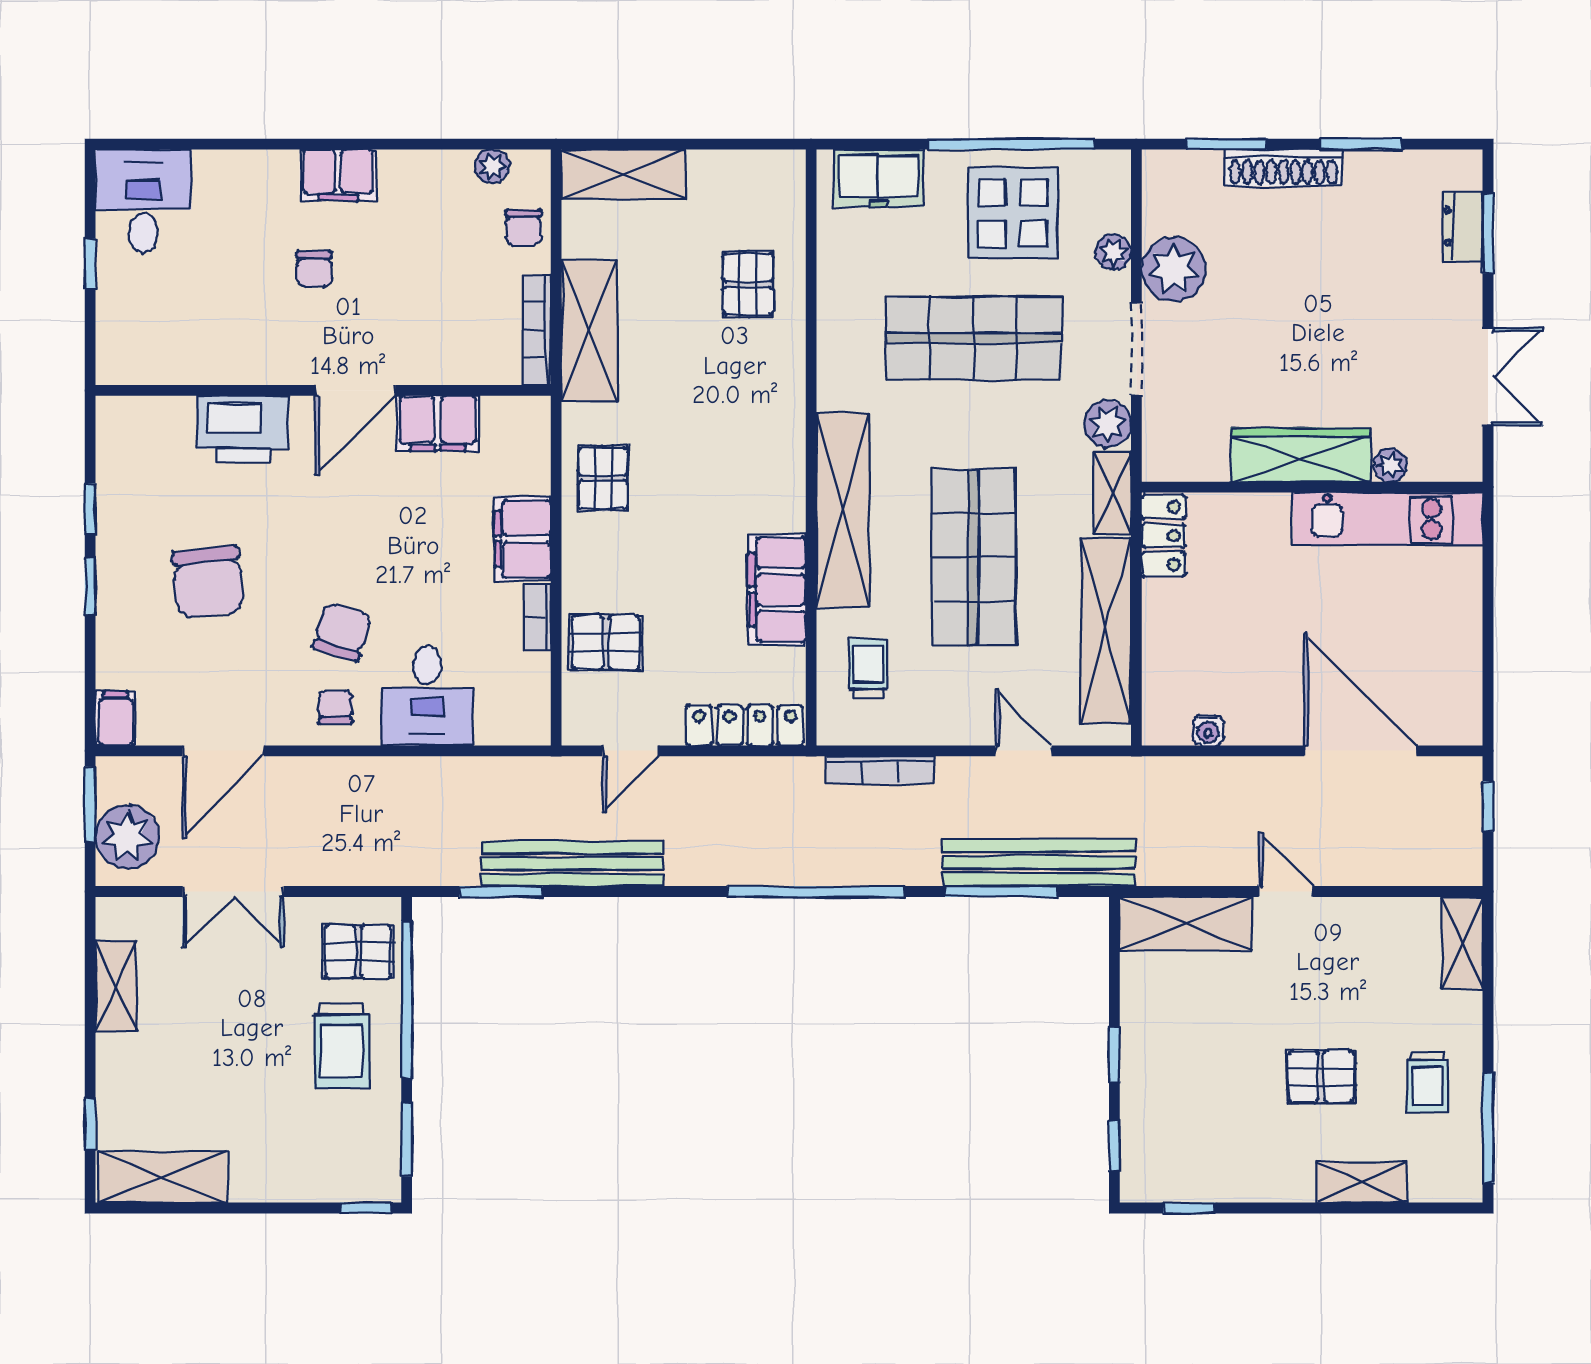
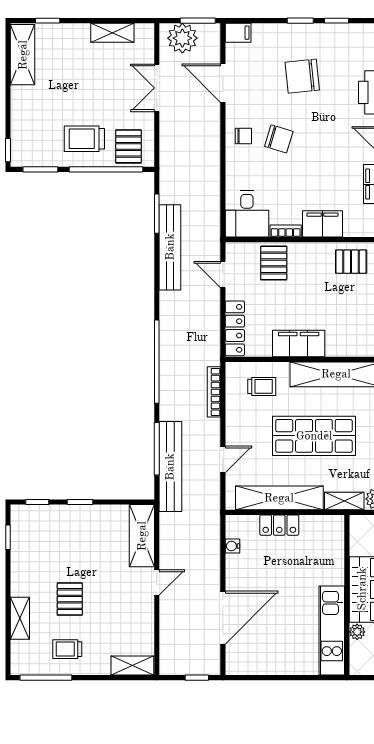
locker: (1164, 536) -> (279, 525), moved
desk: (427, 696) -> (247, 214), moved, turned -90

